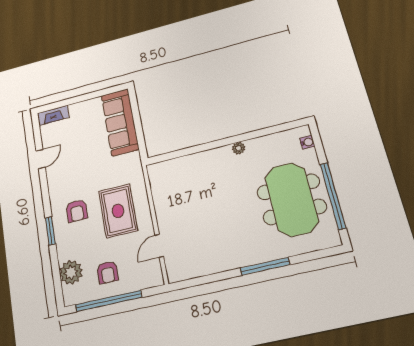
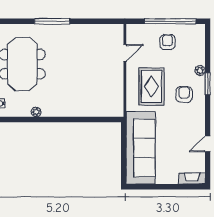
sofa: (120, 122) -> (141, 148), width x1.36, depth x1.27
plant: (239, 148) -> (36, 112), moved
plant: (71, 272) -> (200, 71), moved, width x0.53, depth x0.53

